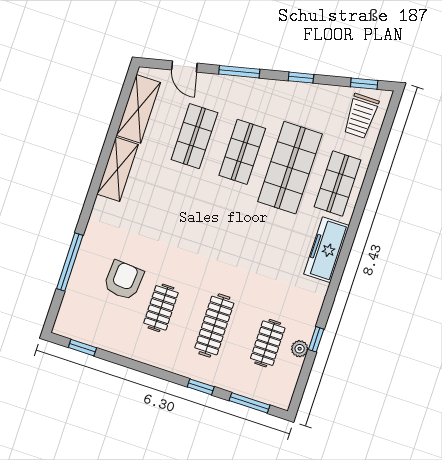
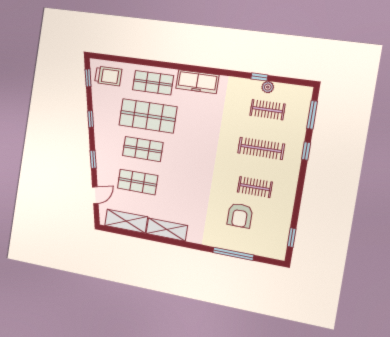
window: (239, 72) -> (93, 159), width x0.67
armchair: (124, 280) -> (240, 215), turned -94

